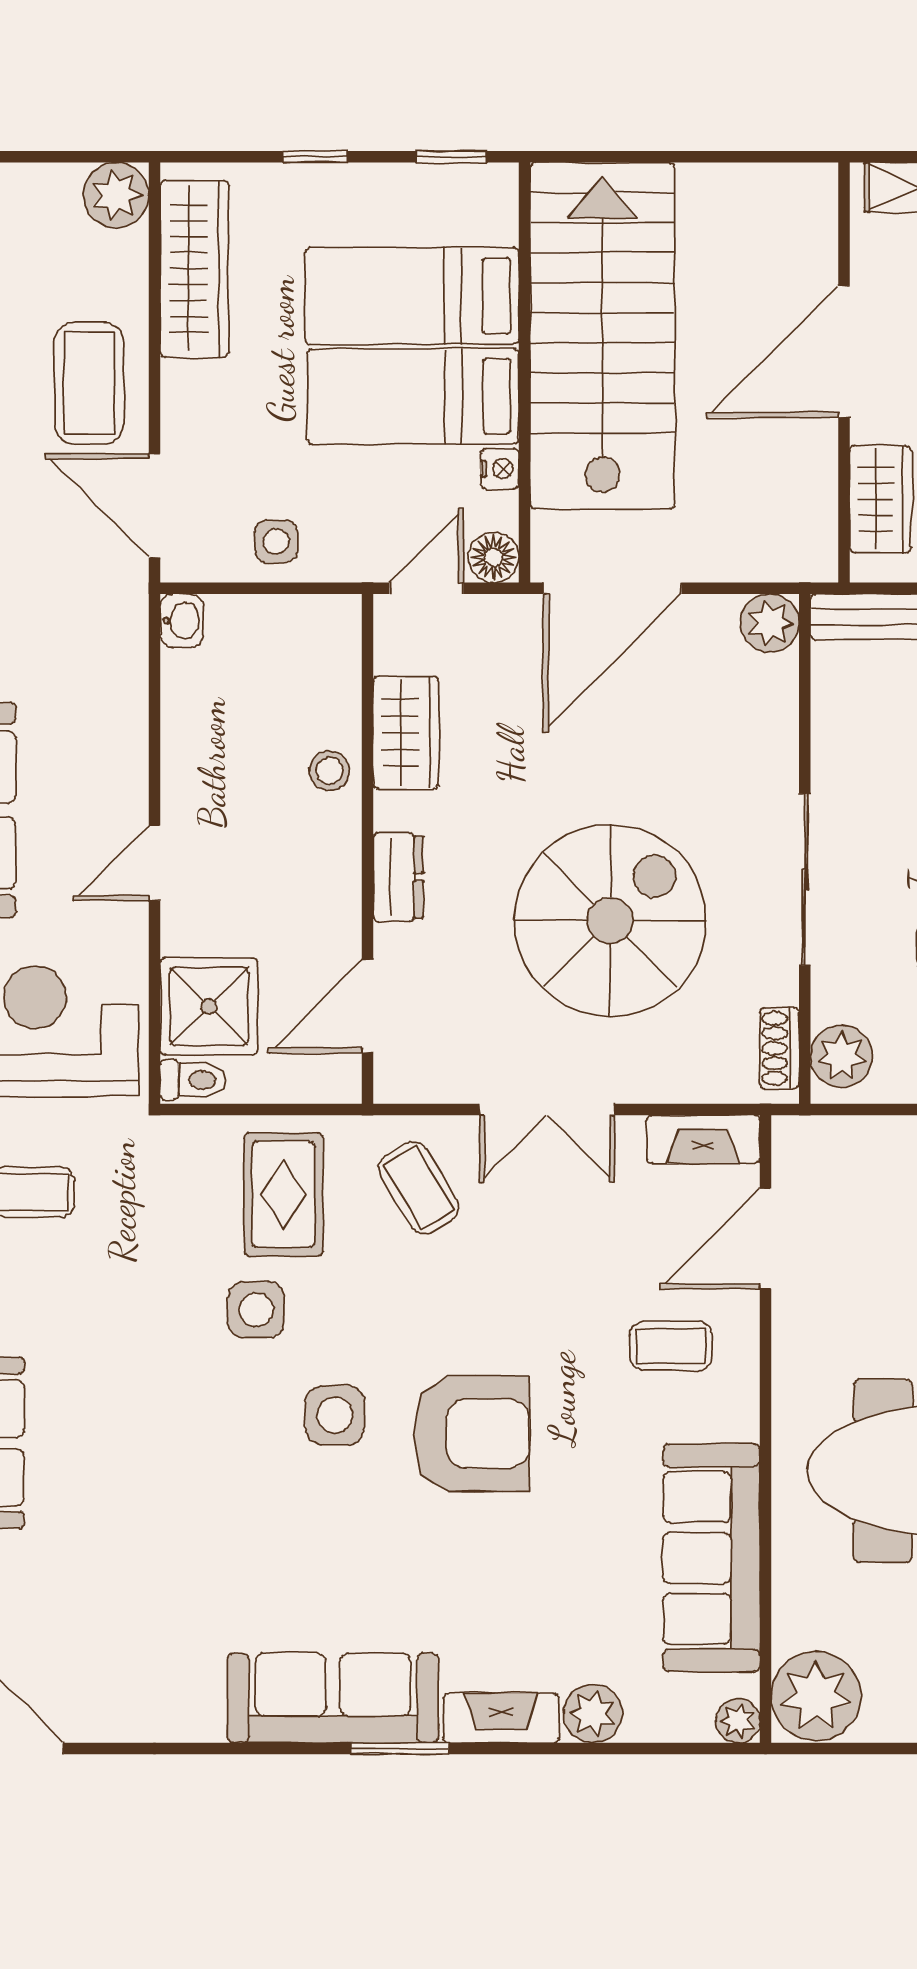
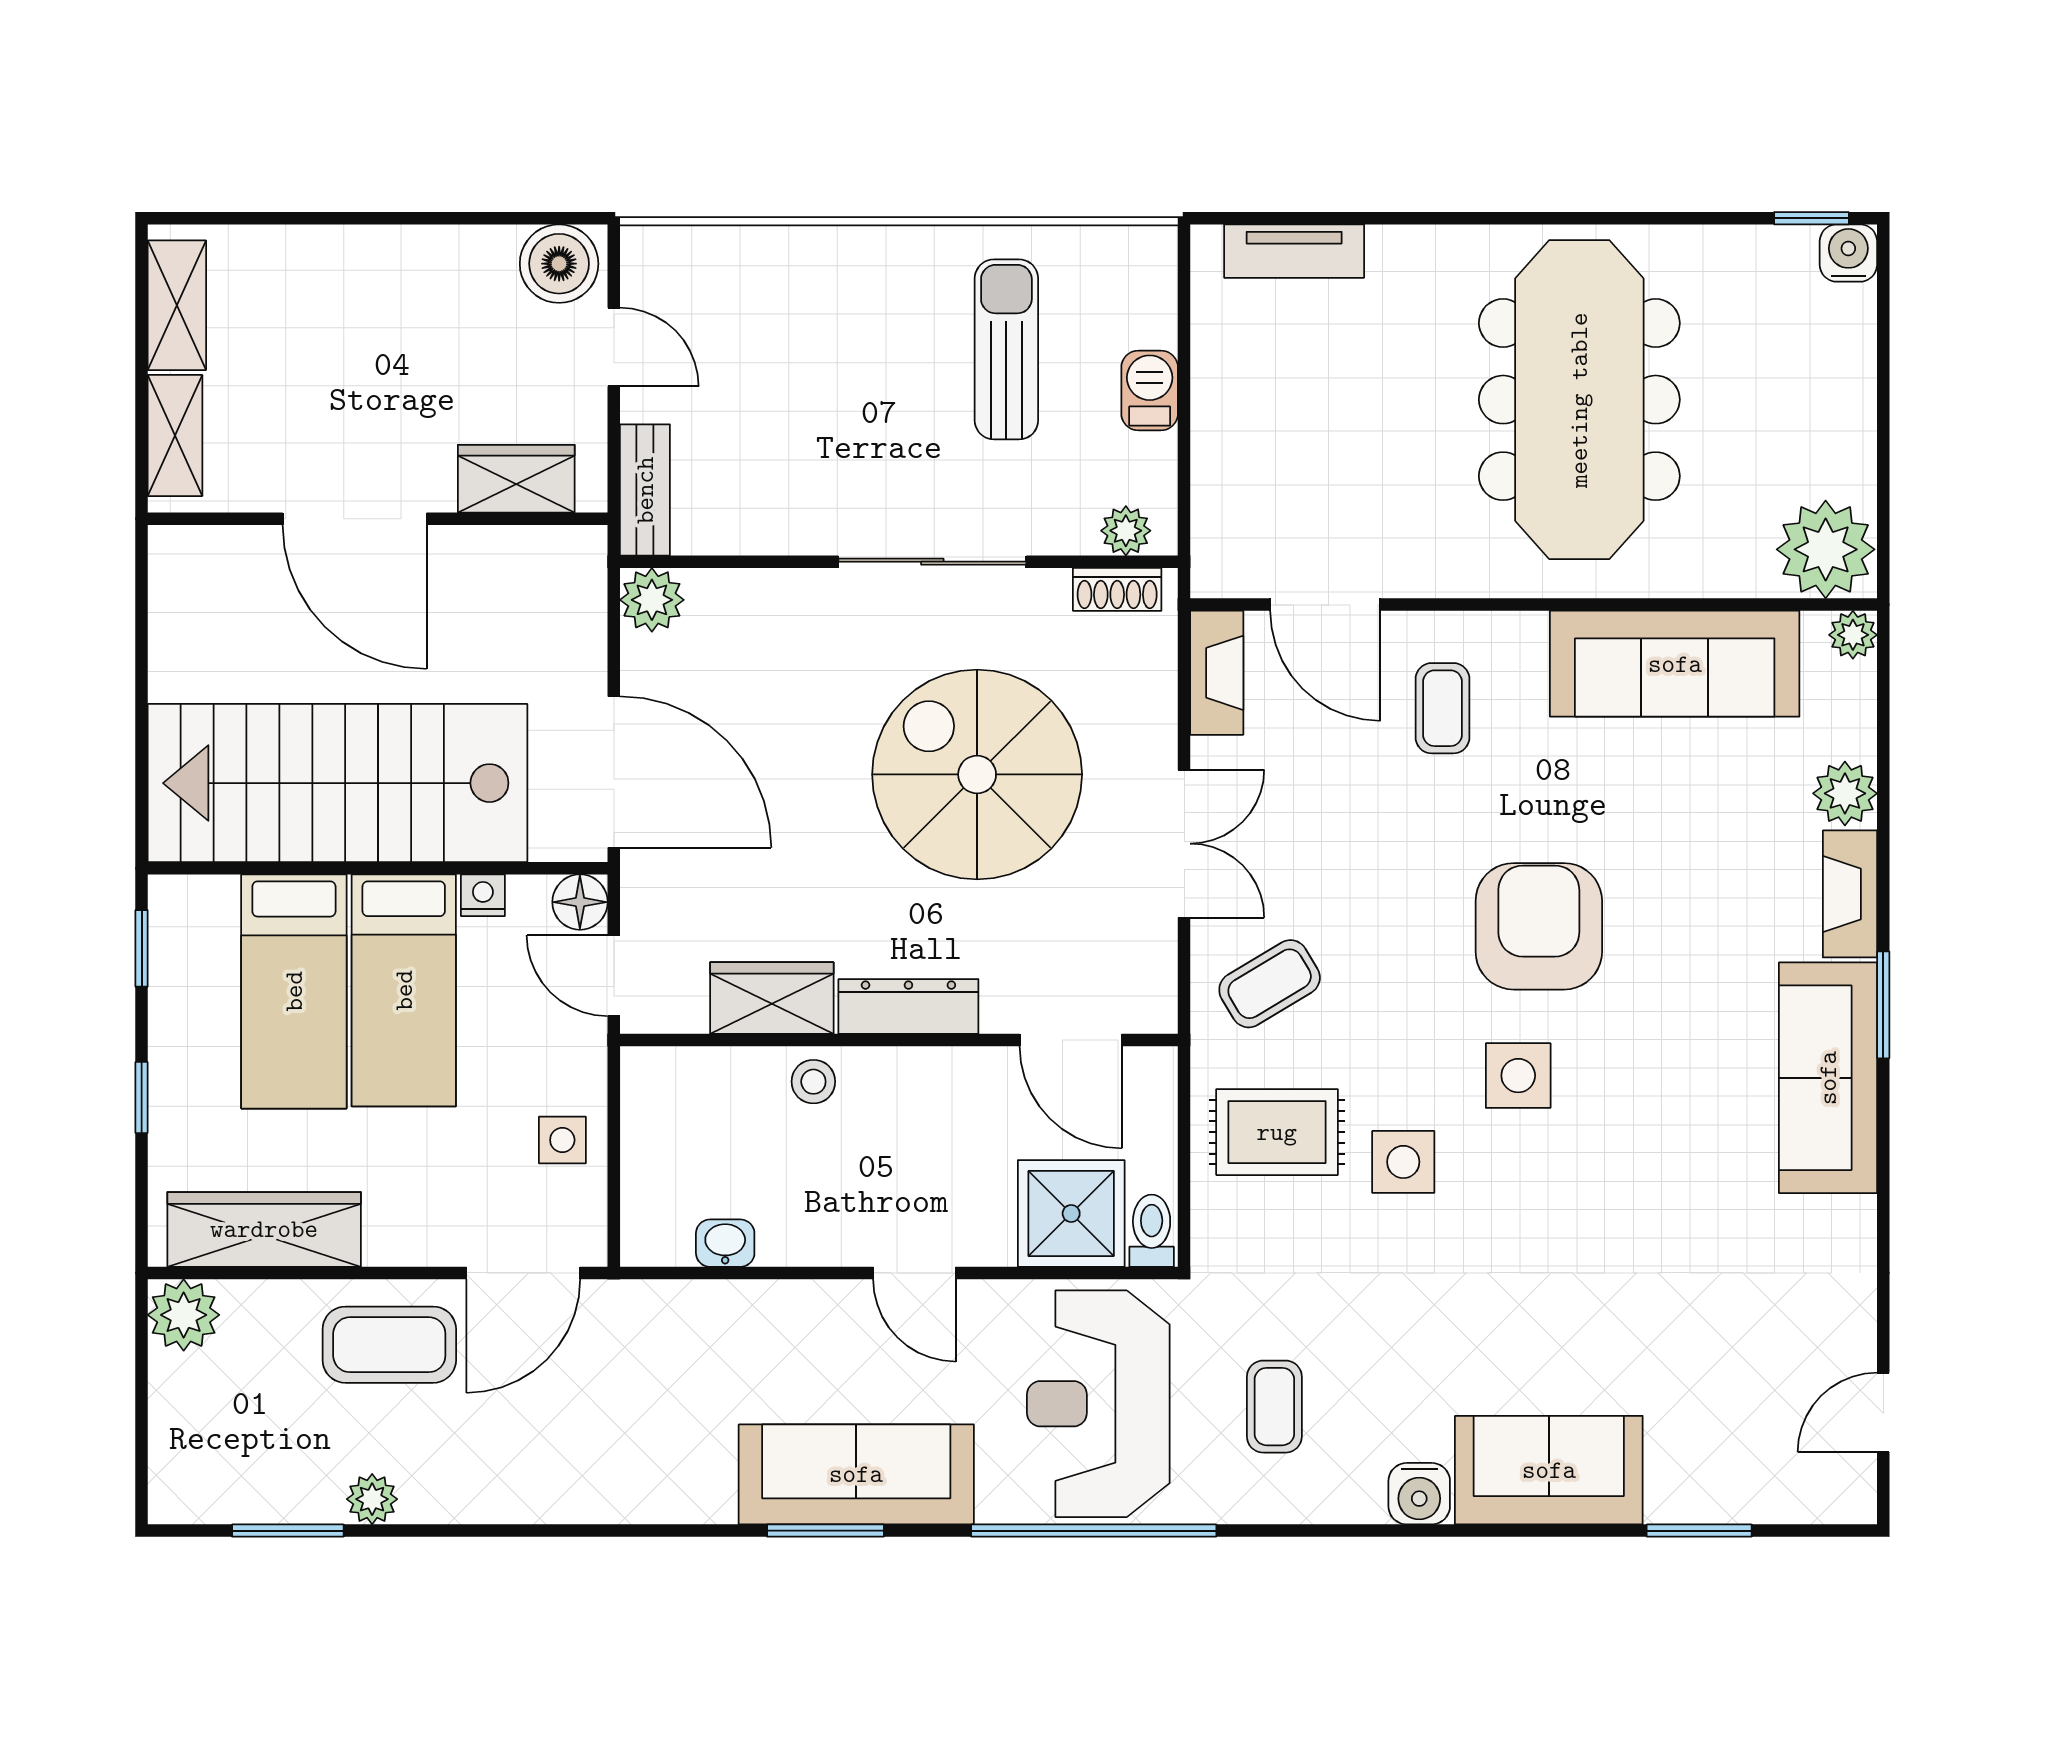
washbasin: (182, 621) -> (725, 1243), moved
dresser: (398, 877) -> (908, 1006), width x1.44
plant: (841, 1056) -> (1126, 531), width x0.73, depth x0.73

